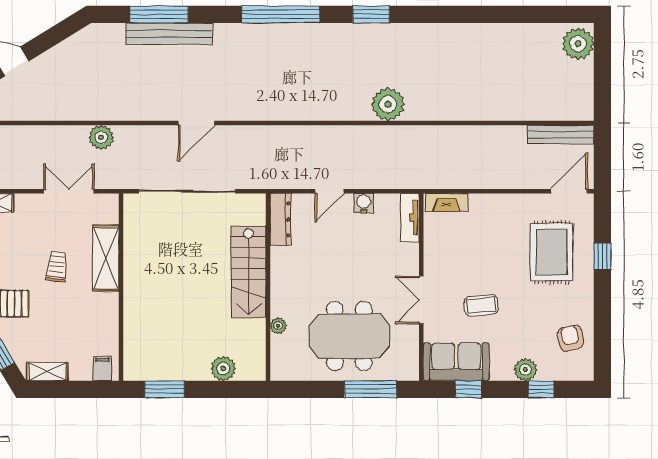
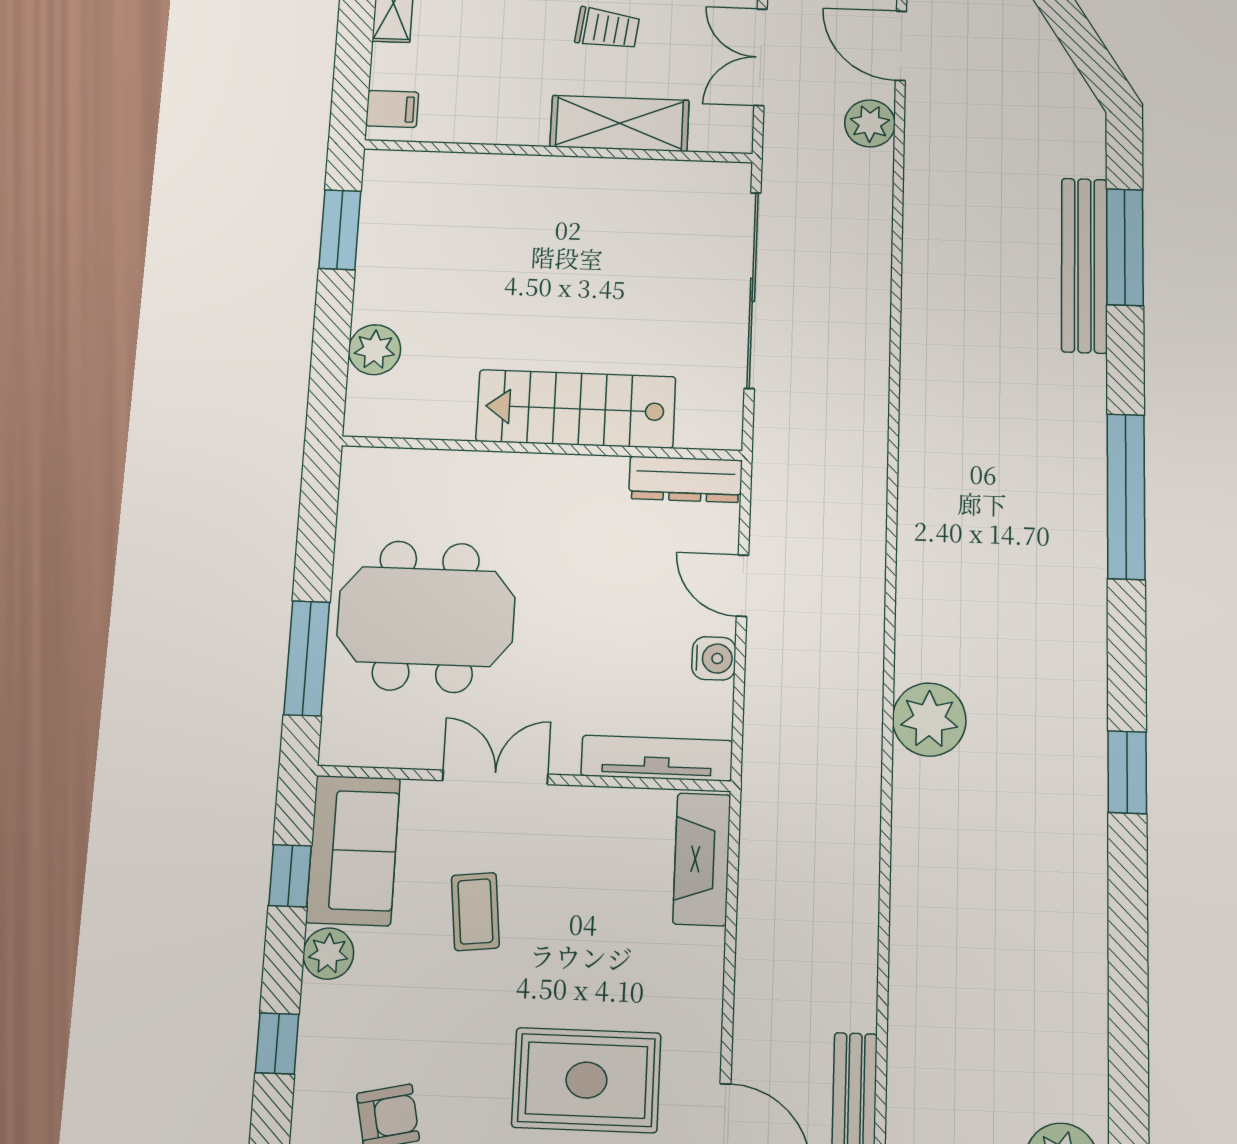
window: (371, 14) -> (1127, 772), moved
door: (196, 123) -> (901, 46), moved
double door: (69, 191) -> (761, 57), swing flipped
fireplace: (446, 202) -> (702, 859), width x1.37, depth x1.32
tv unit: (410, 217) -> (657, 758), width x1.41
plant: (278, 326) -> (458, 466), removed
meeting table: (349, 336) -> (426, 616), turned 90
plant: (525, 370) -> (328, 954), moved

